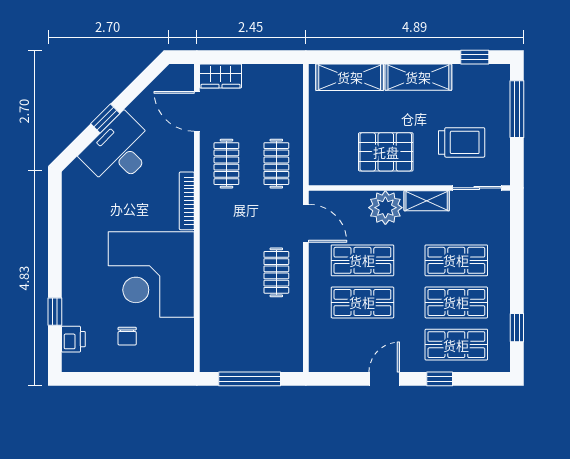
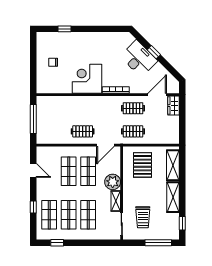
pallet: (386, 152) -> (143, 165), moved
corner desk: (151, 275) -> (87, 79), width x0.74, depth x0.74
printer: (73, 339) -> (52, 37), removed
door: (384, 379) -> (33, 170), moved

